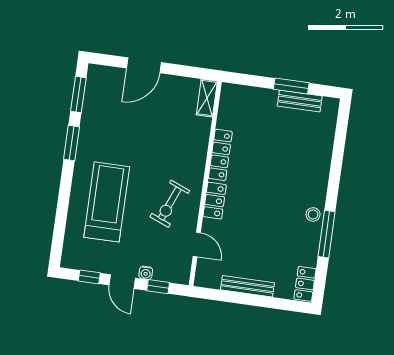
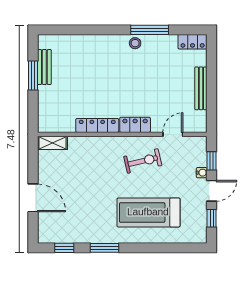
window: (78, 94) -> (64, 248), width x0.67
exercise bike: (170, 204) -> (143, 161), turned -35

